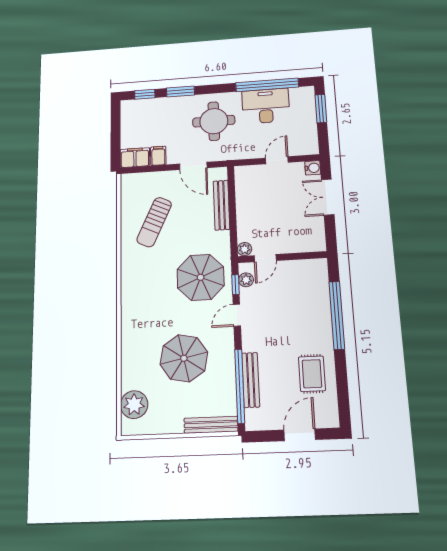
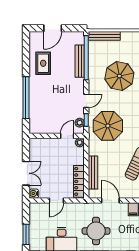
locker: (243, 190) -> (79, 181), added

